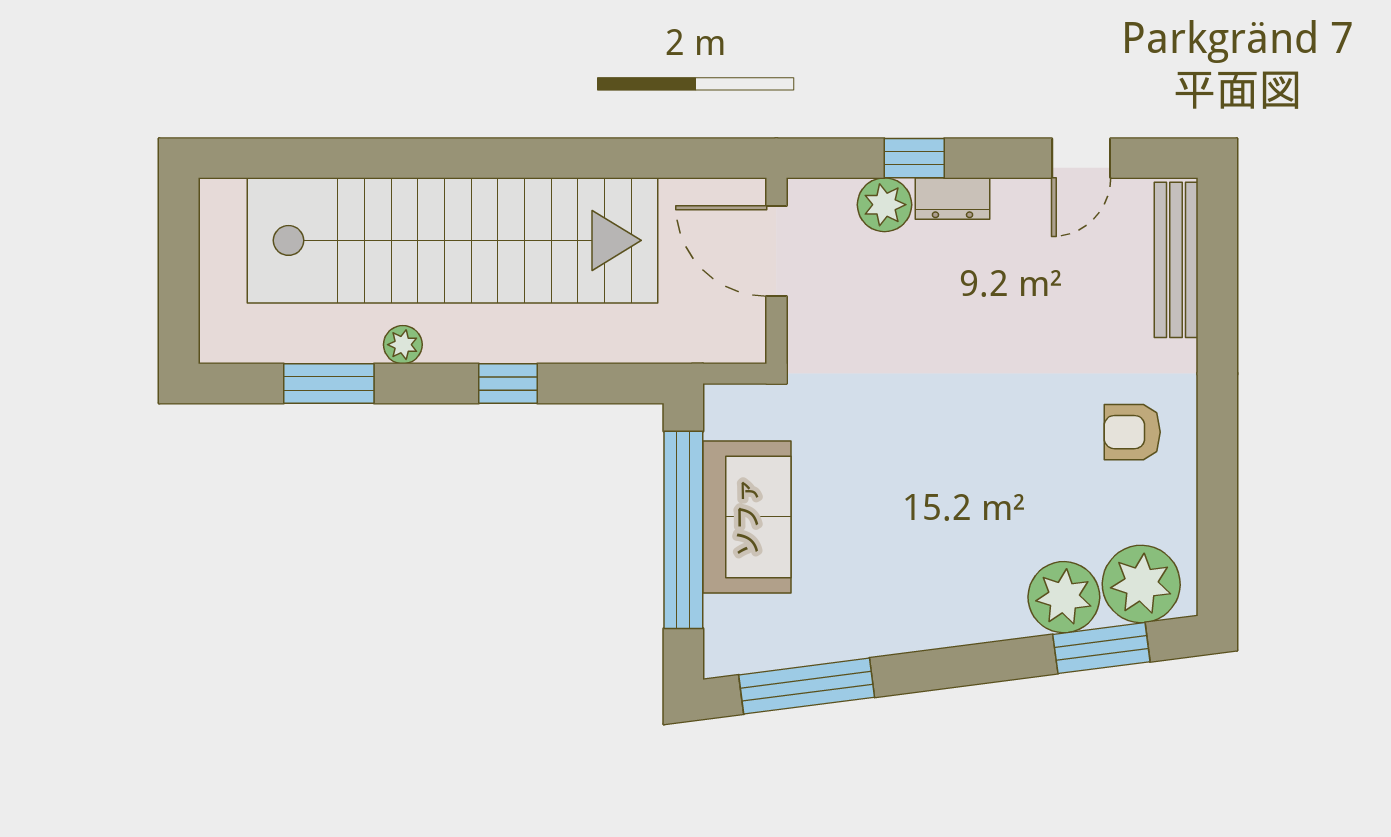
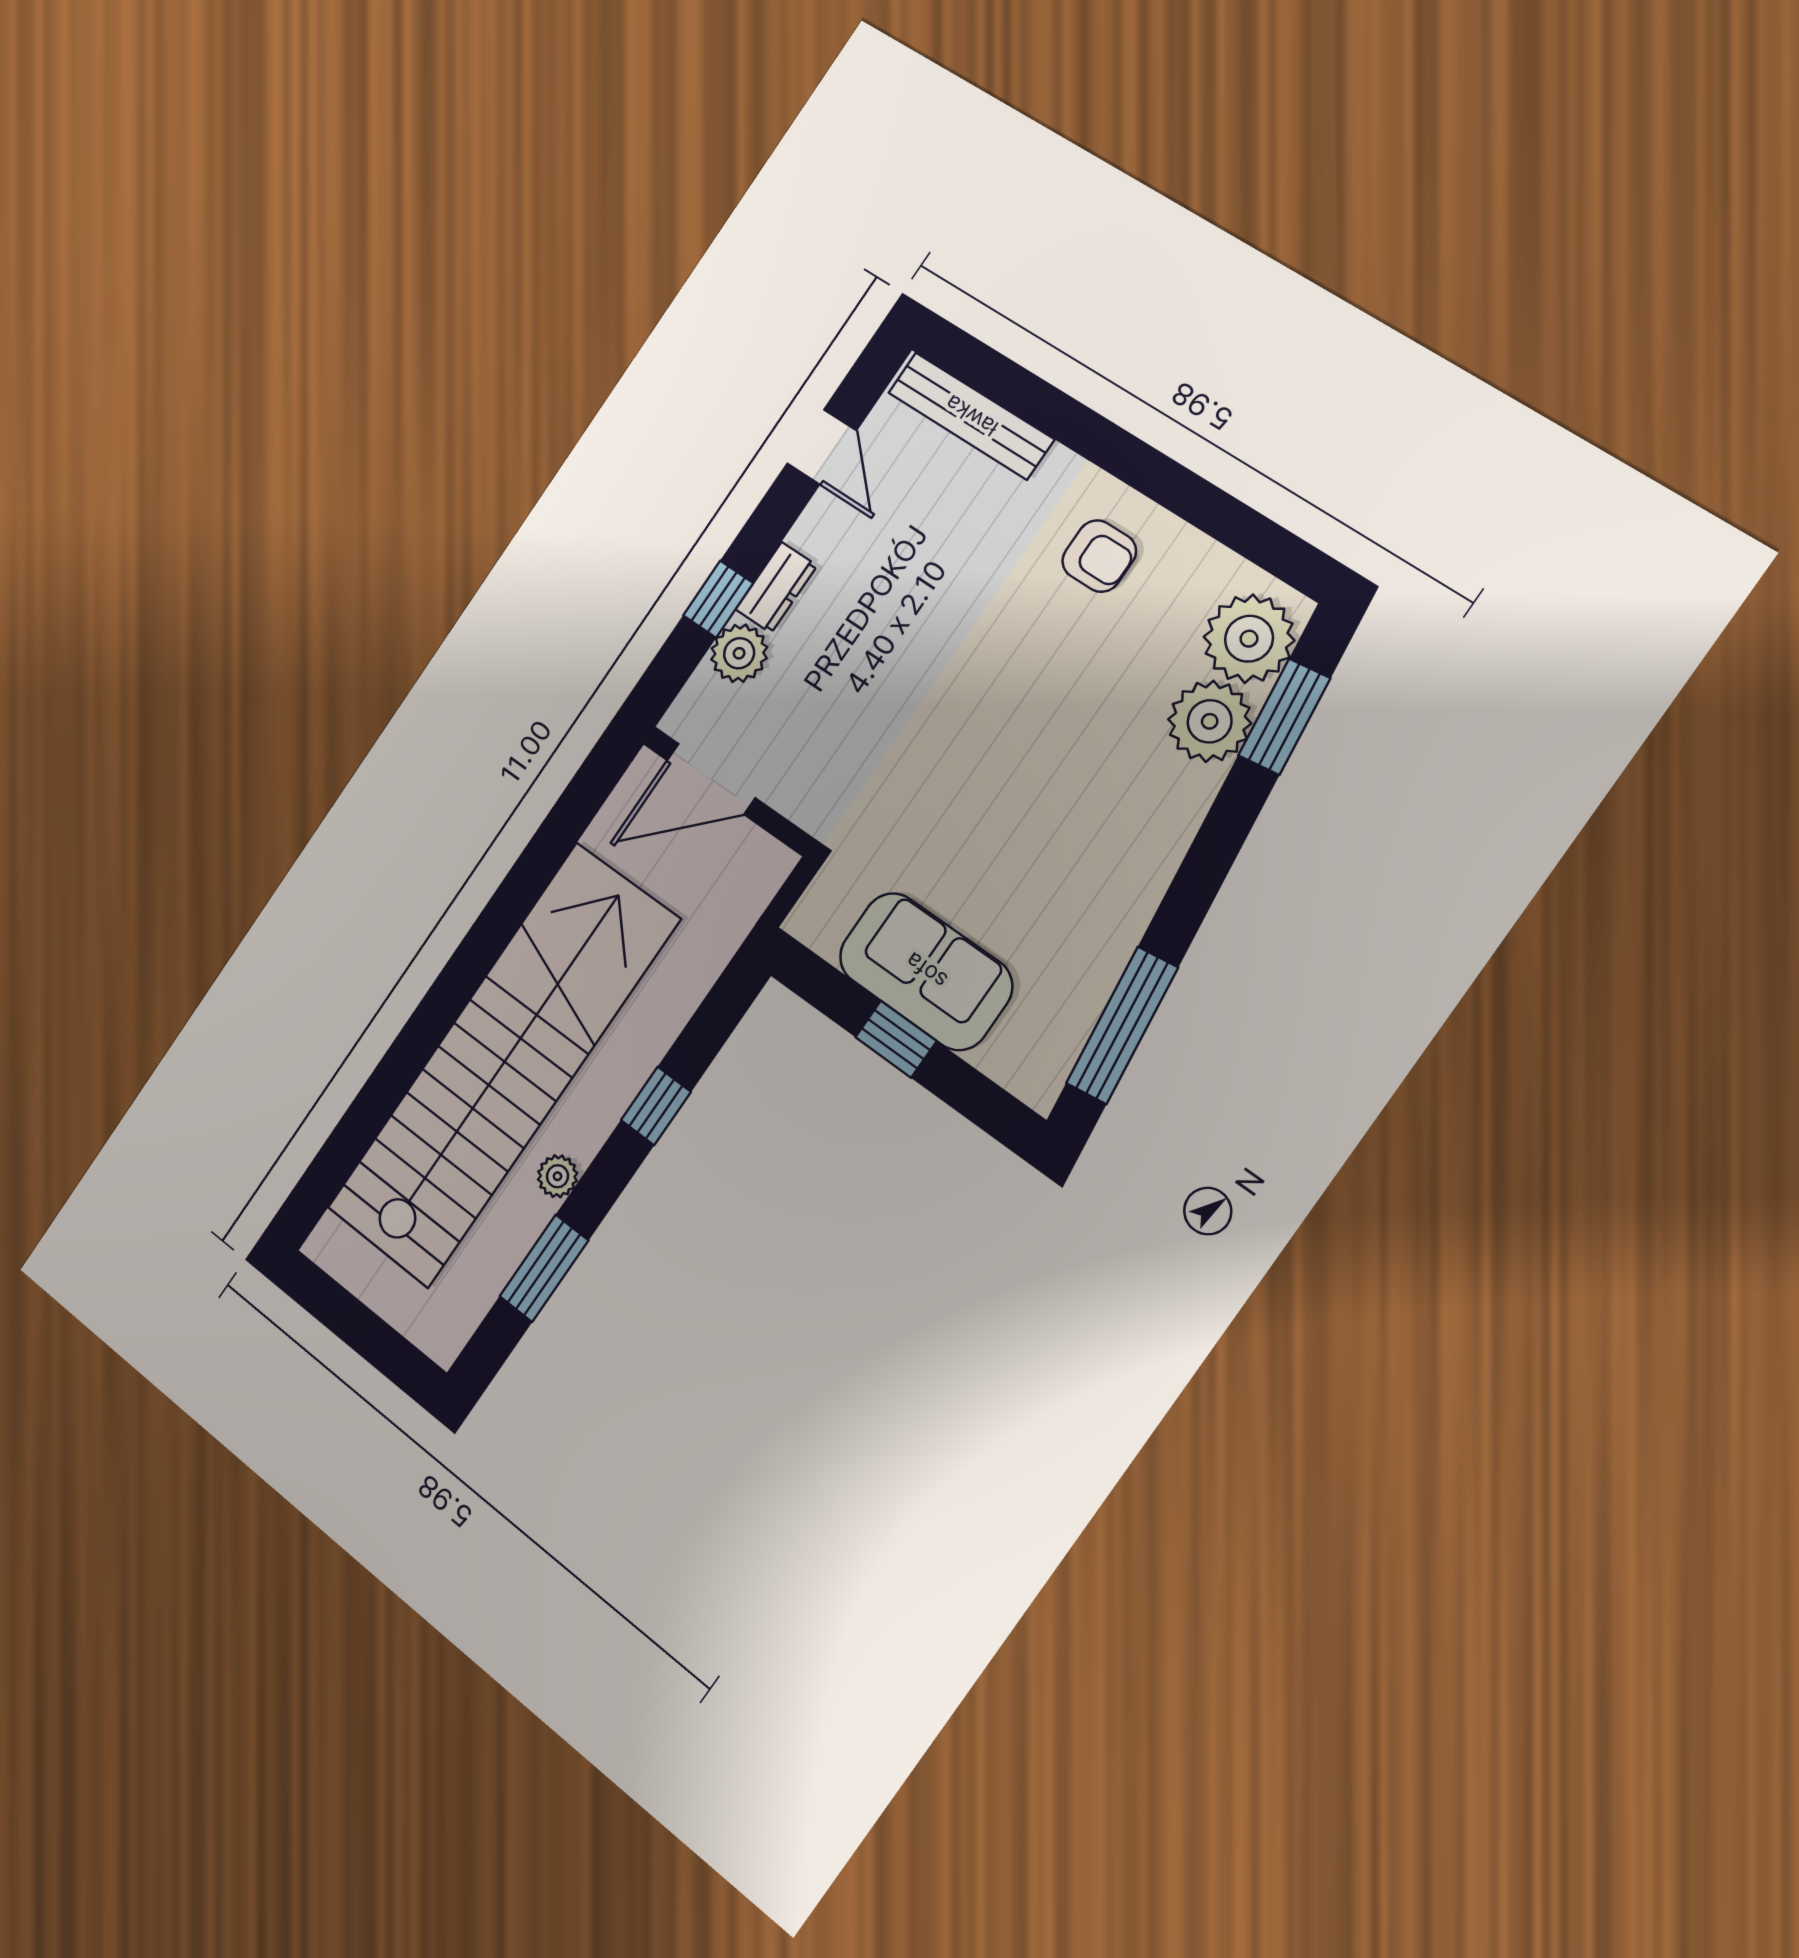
armchair: (1132, 432) -> (1099, 556), turned -90
window: (683, 530) -> (896, 1039), width x0.32

